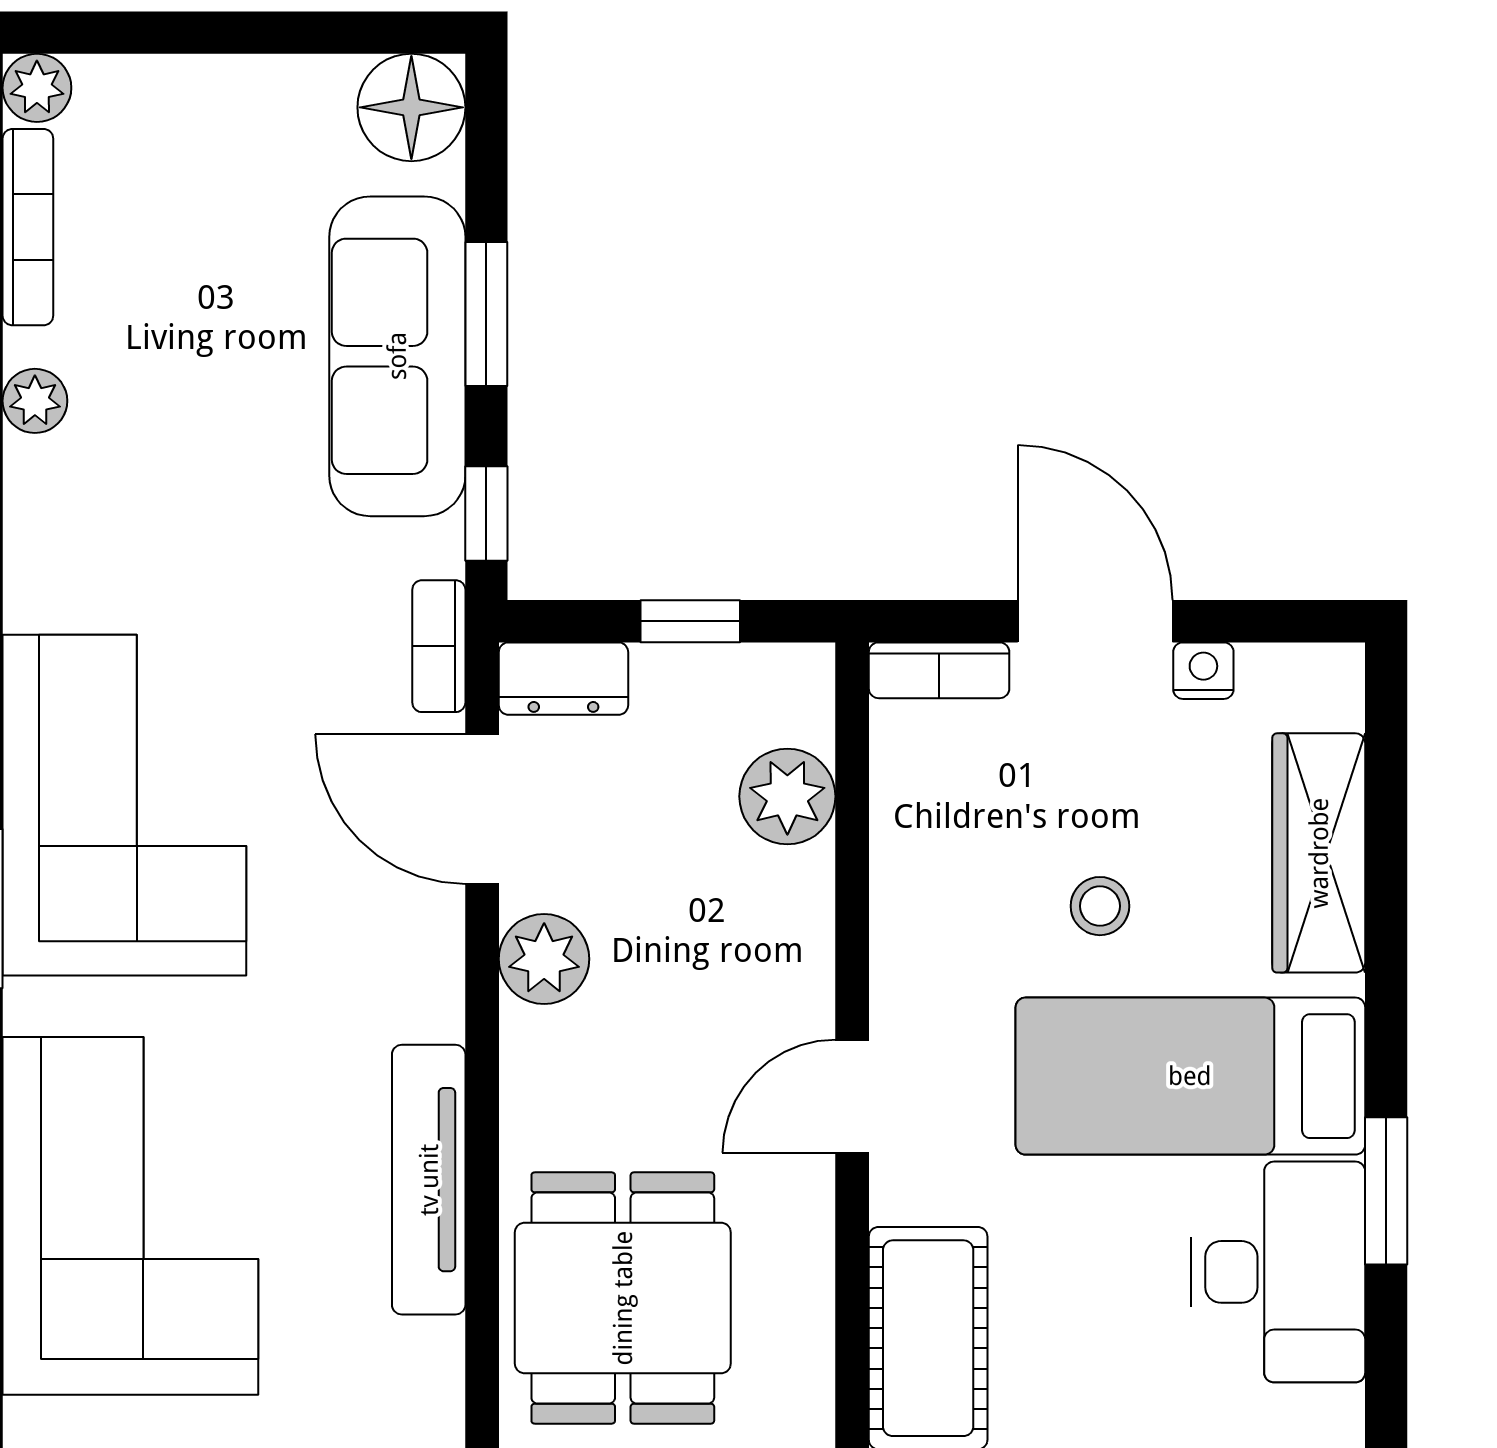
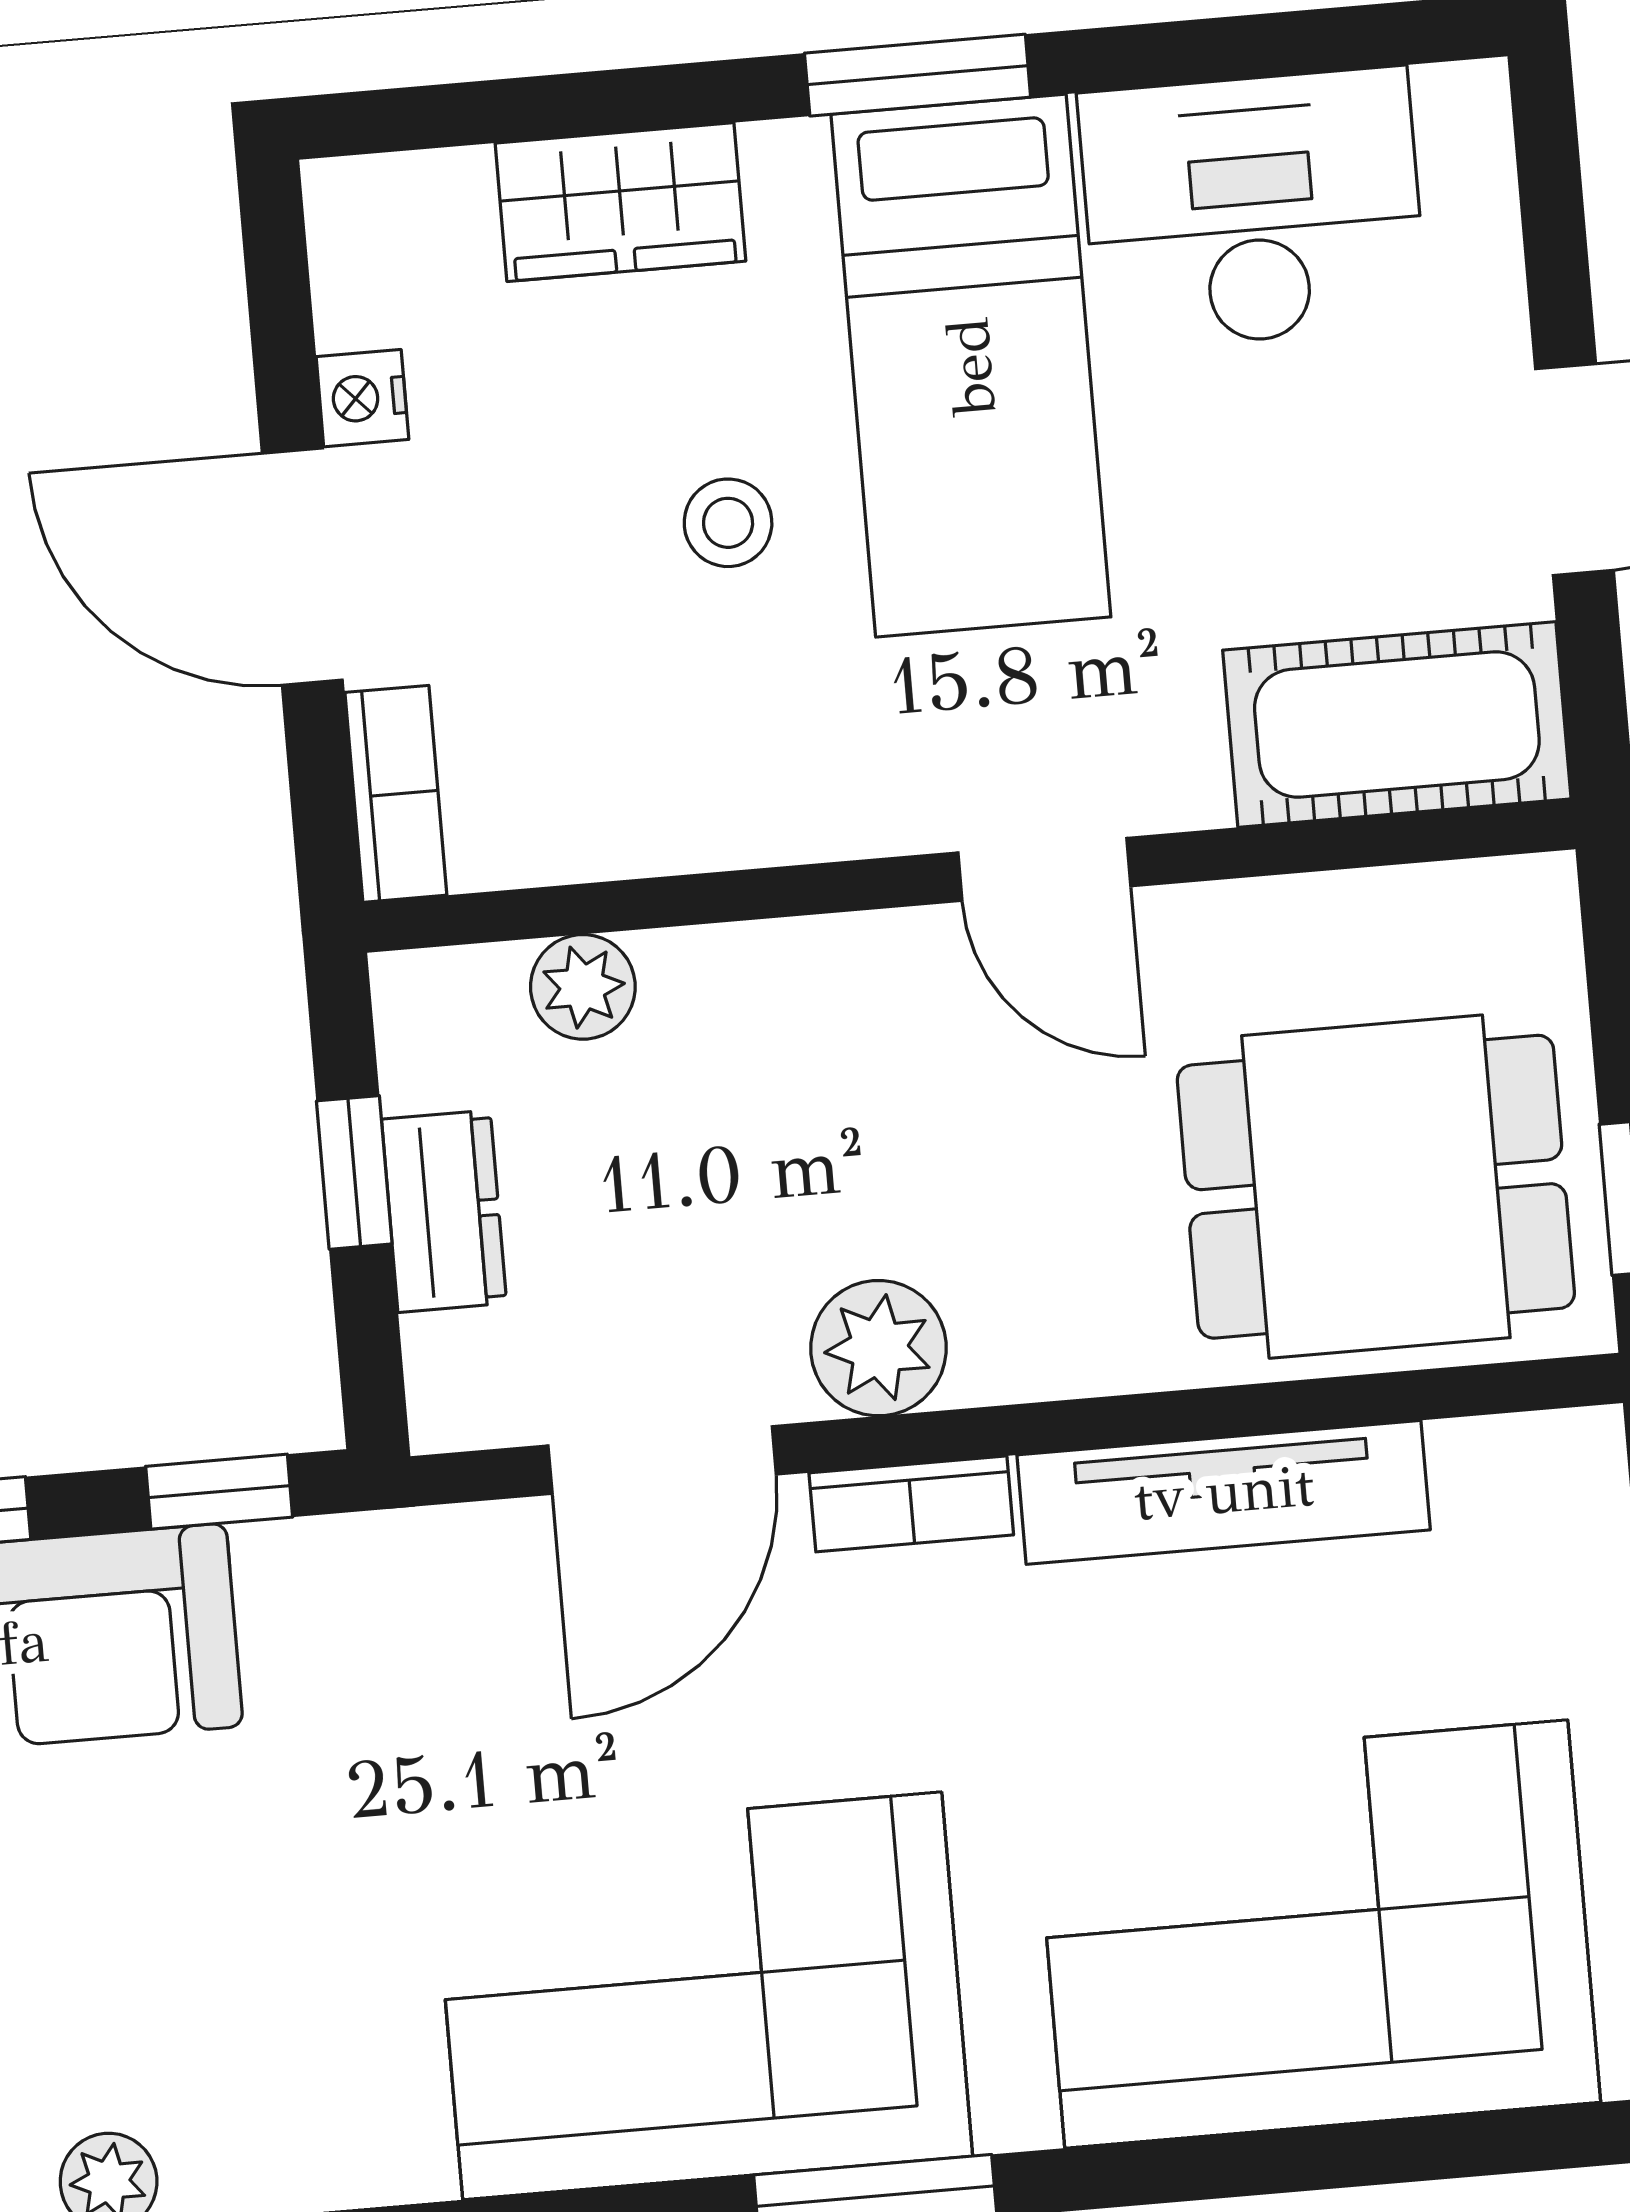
door: (1095, 621) -> (302, 567), hinge flipped
bookcase: (439, 646) -> (911, 1504), moved
dresser: (563, 679) -> (444, 1211), moved
plant: (787, 796) -> (583, 987), width x0.73, depth x0.73
wardrobe: (1319, 853) -> (620, 202), width x0.67
window: (1386, 1191) -> (918, 75), moved

